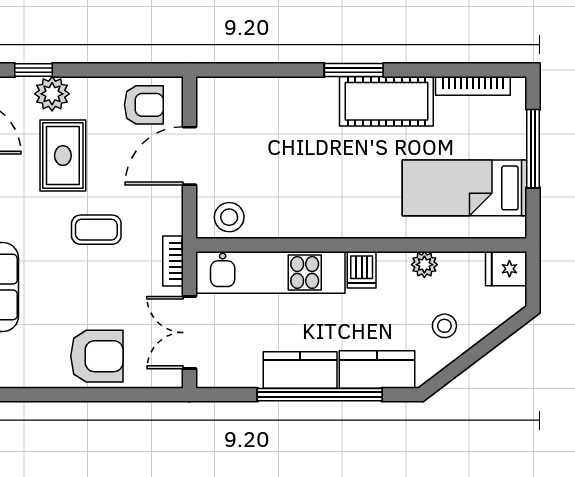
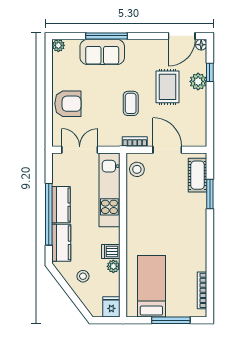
window: (354, 70) -> (210, 194), moved
cot: (386, 101) -> (198, 175), moved, width x0.73, depth x0.75
armchair: (144, 105) -> (193, 127), removed
rug: (63, 156) -> (167, 87), turned 90
bookcase: (173, 261) -> (135, 142), moved
dishwasher: (362, 270) -> (111, 251), moved
armchair: (97, 356) -> (68, 104), turned -90

